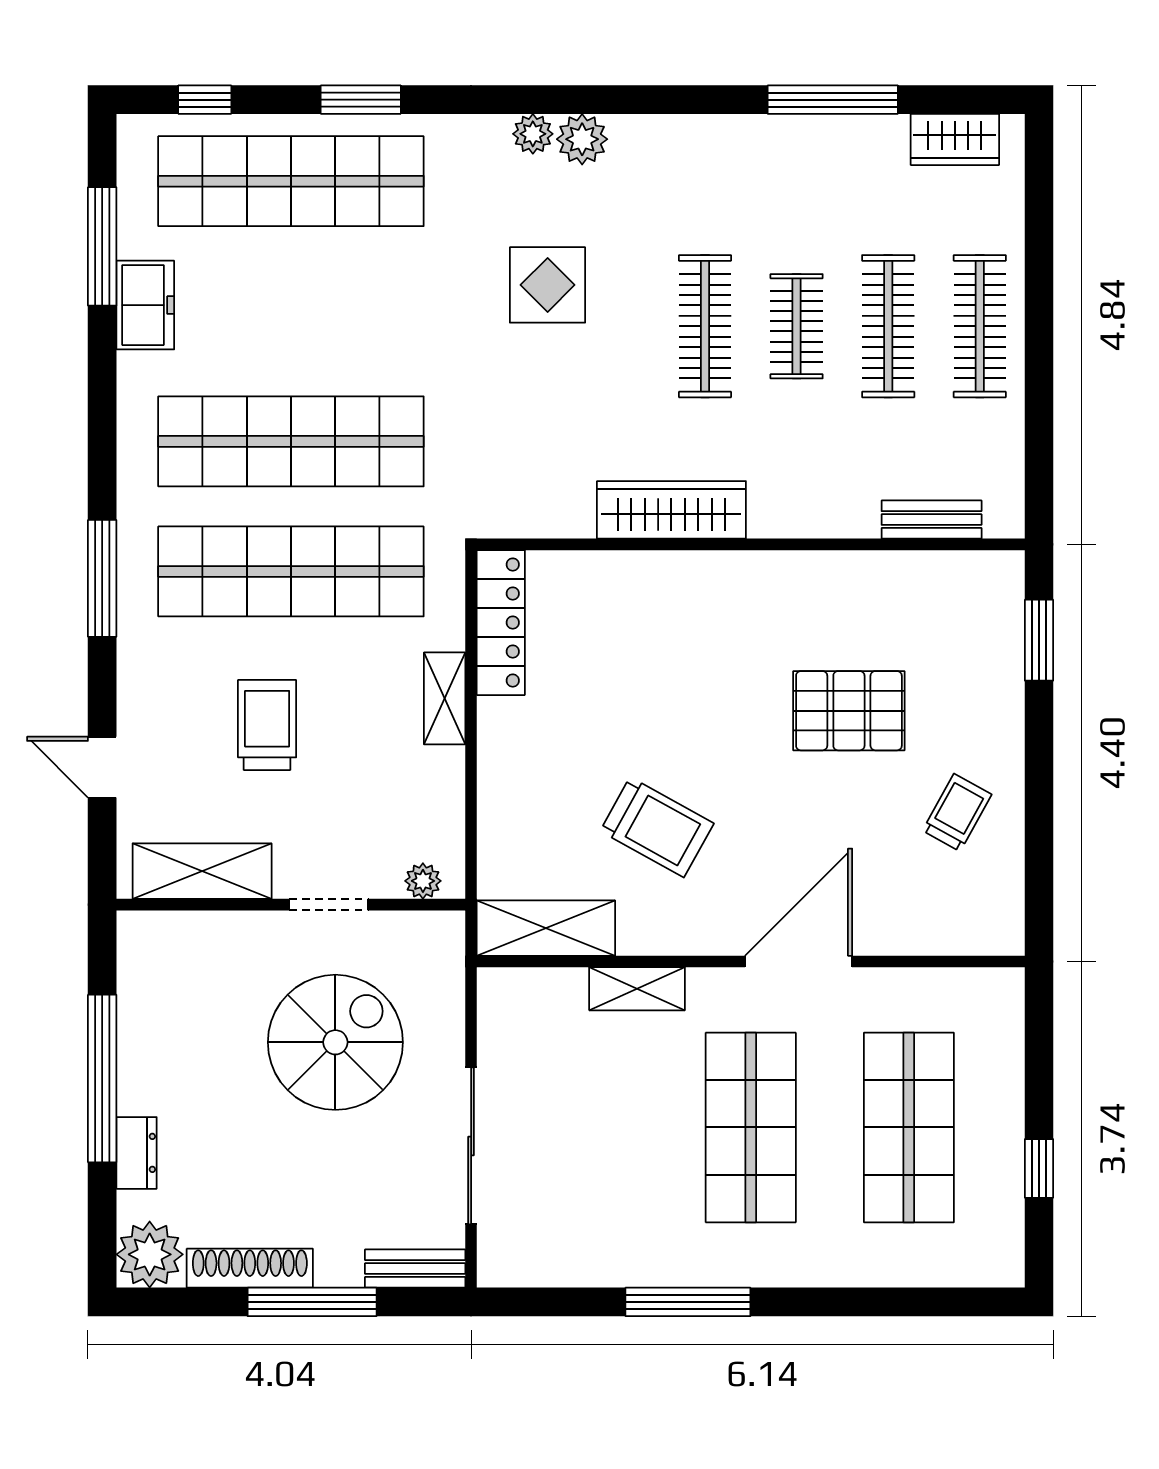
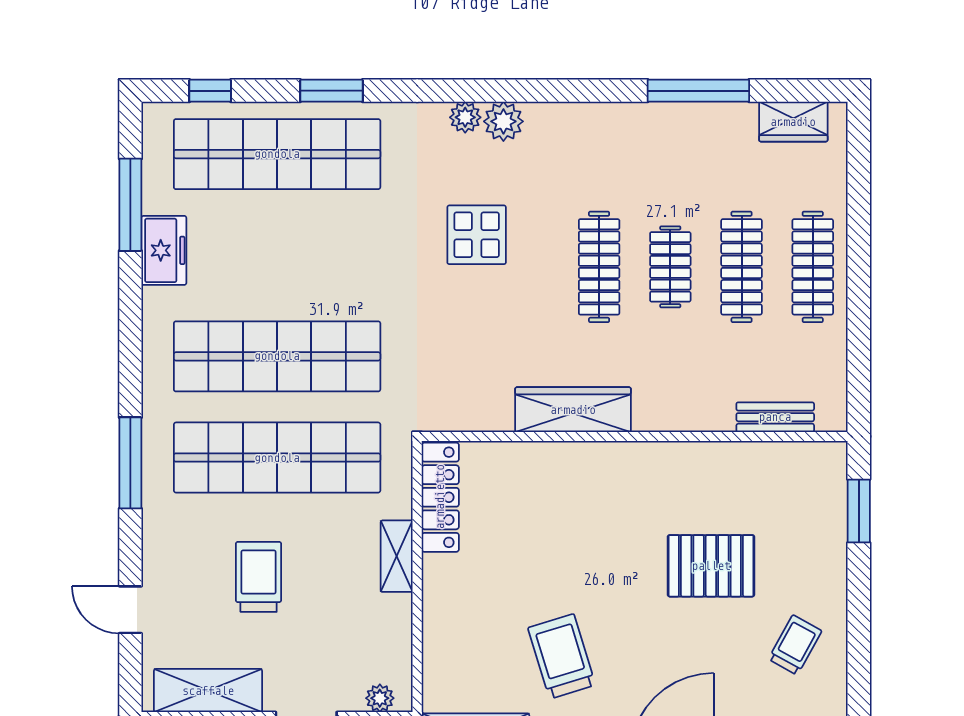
trolley: (657, 827) -> (562, 656), turned -136

